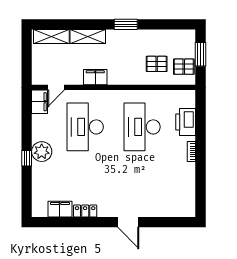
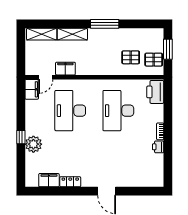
window: (126, 24) -> (105, 24), width x1.44
filing cabinet: (95, 77) -> (65, 69), moved
printer: (186, 122) -> (155, 92), moved
plant: (42, 152) -> (33, 144), moved
printer: (189, 170) -> (158, 147), added

